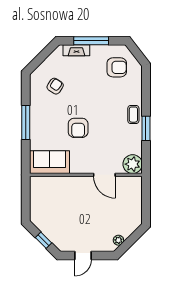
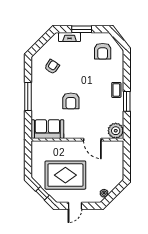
window: (91, 41) -> (82, 29), width x0.69
armchair: (117, 67) -> (103, 51), turned 90
rug: (71, 218) -> (65, 175), added

